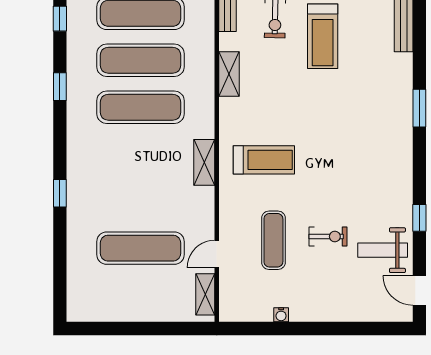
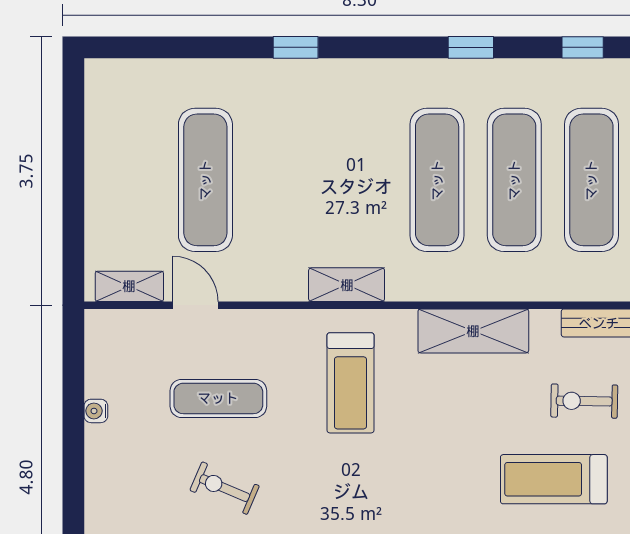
shelving: (229, 74) -> (473, 331), width x1.50, depth x1.33
exercise bike: (328, 236) -> (225, 488), turned 113

